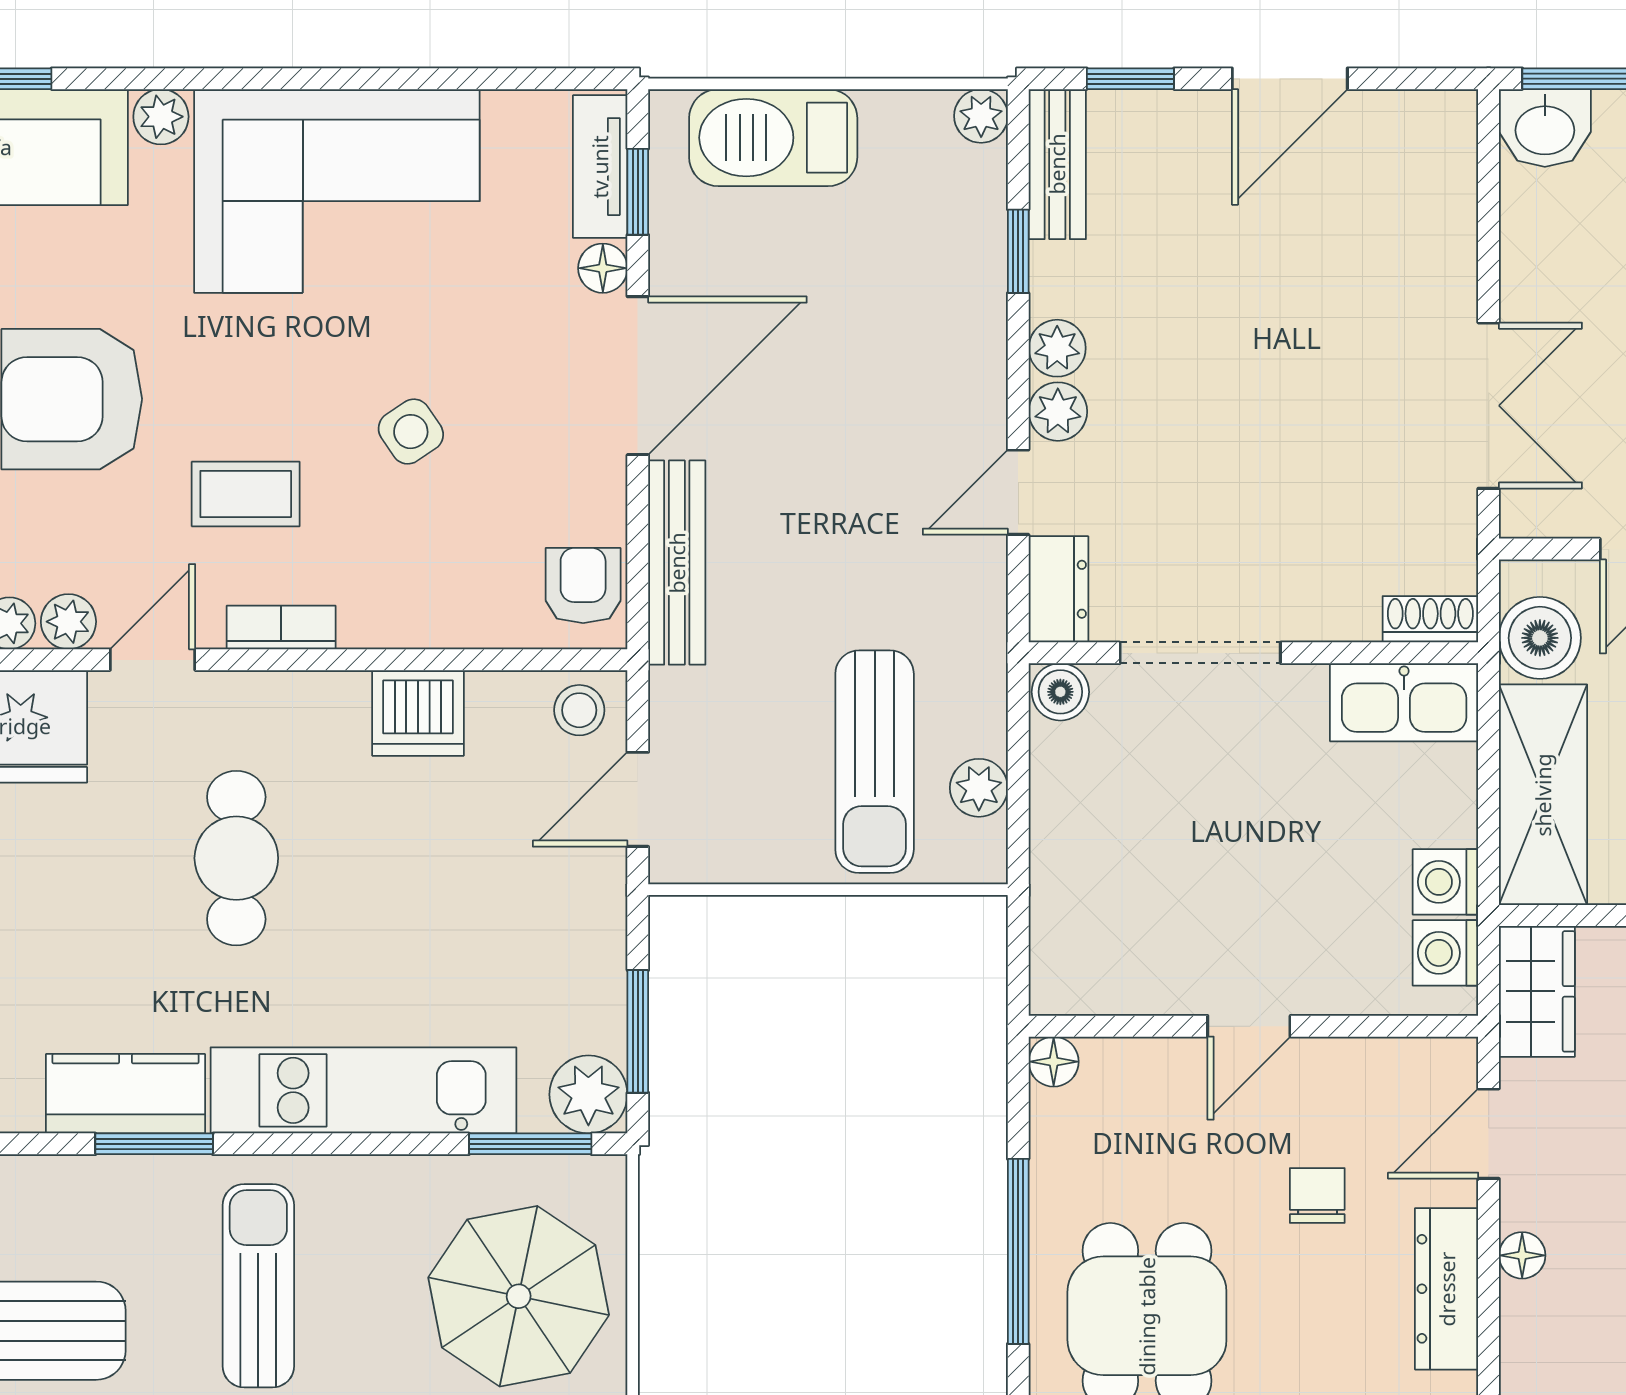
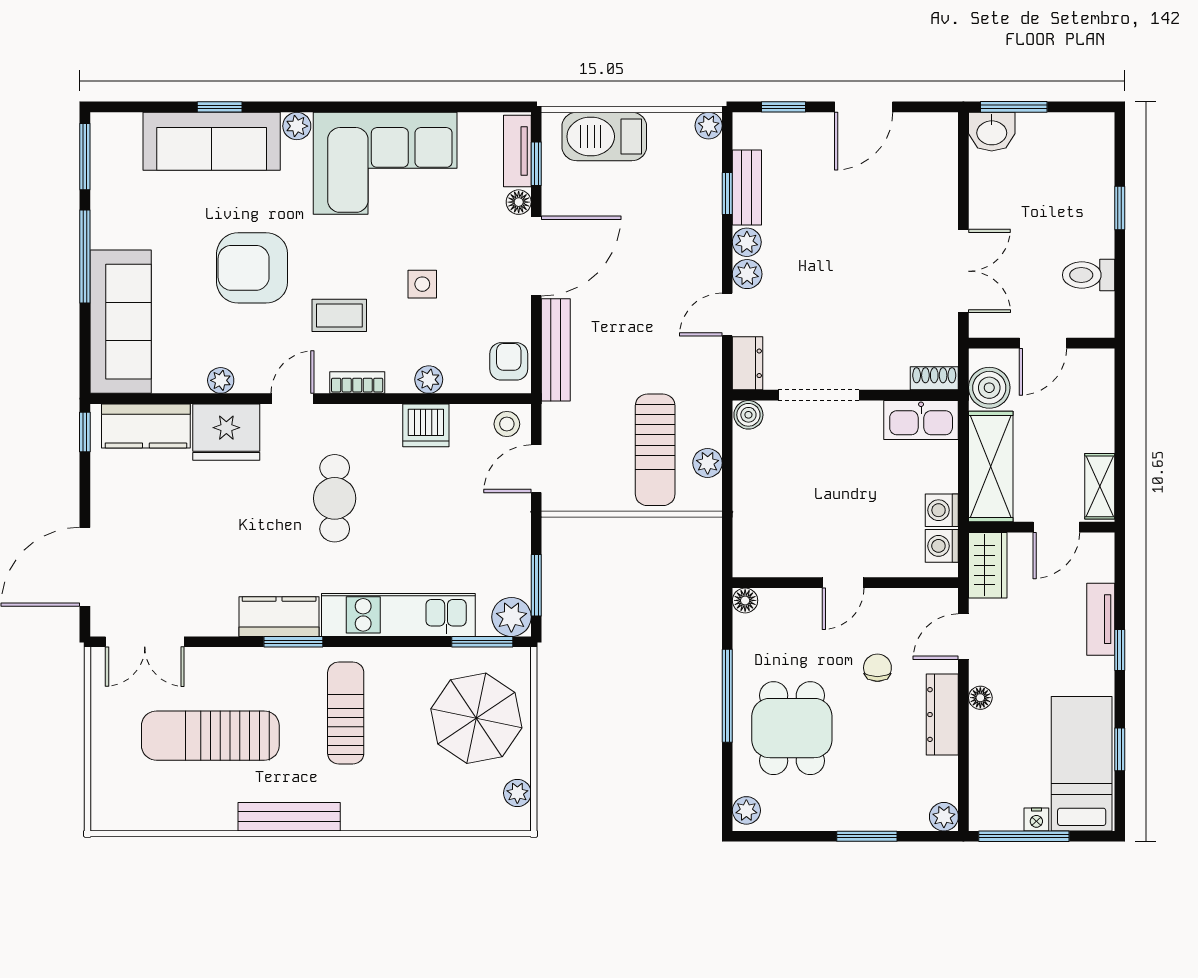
bench: (1057, 164) -> (747, 187), moved
side table: (411, 432) -> (422, 284), turned 34
plant: (68, 622) -> (429, 380), moved

